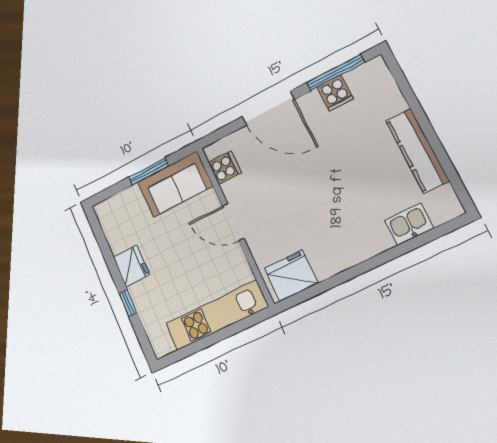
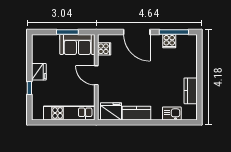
kitchen counter: (417, 151) -> (191, 91), width x0.67
kitchen counter: (340, 256) -> (137, 113), added

